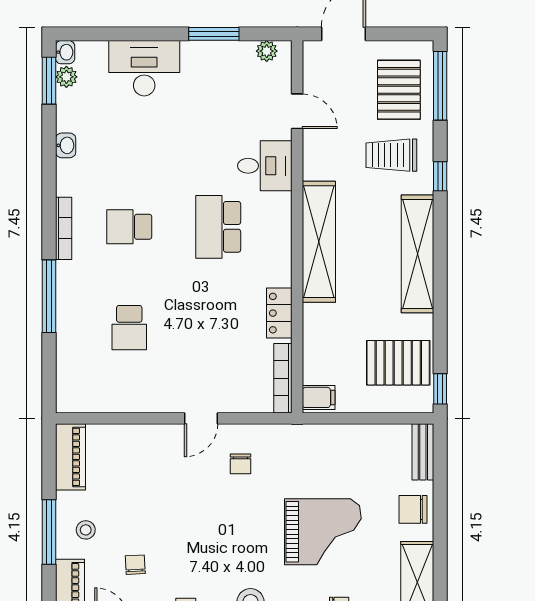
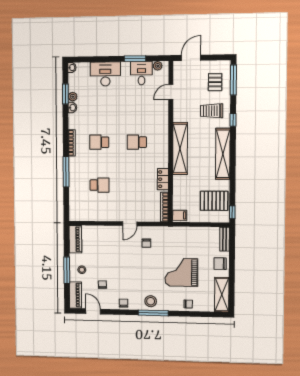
plant: (66, 77) -> (73, 97), moved
window: (49, 81) -> (65, 94), moved
pallet: (399, 90) -> (215, 82), width x0.67, depth x0.71
door: (297, 111) -> (171, 92), swing flipped
desk: (265, 166) -> (141, 73), moved, turned -90
school desk: (218, 227) -> (137, 142), width x0.54
school desk: (129, 328) -> (99, 185), turned -90
grand piano: (323, 532) -> (181, 272), turned 180

